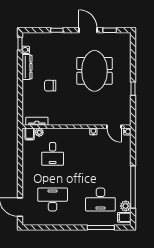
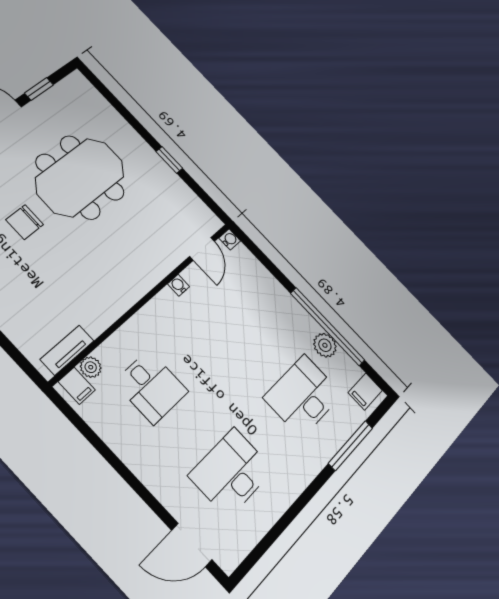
meeting table: (94, 71) -> (80, 177), turned 90
chair: (50, 86) -> (25, 222), moved
door: (114, 127) -> (202, 249), hinge flipped
desk: (100, 199) -> (303, 396), turned 180
plant: (126, 206) -> (325, 345), moved

